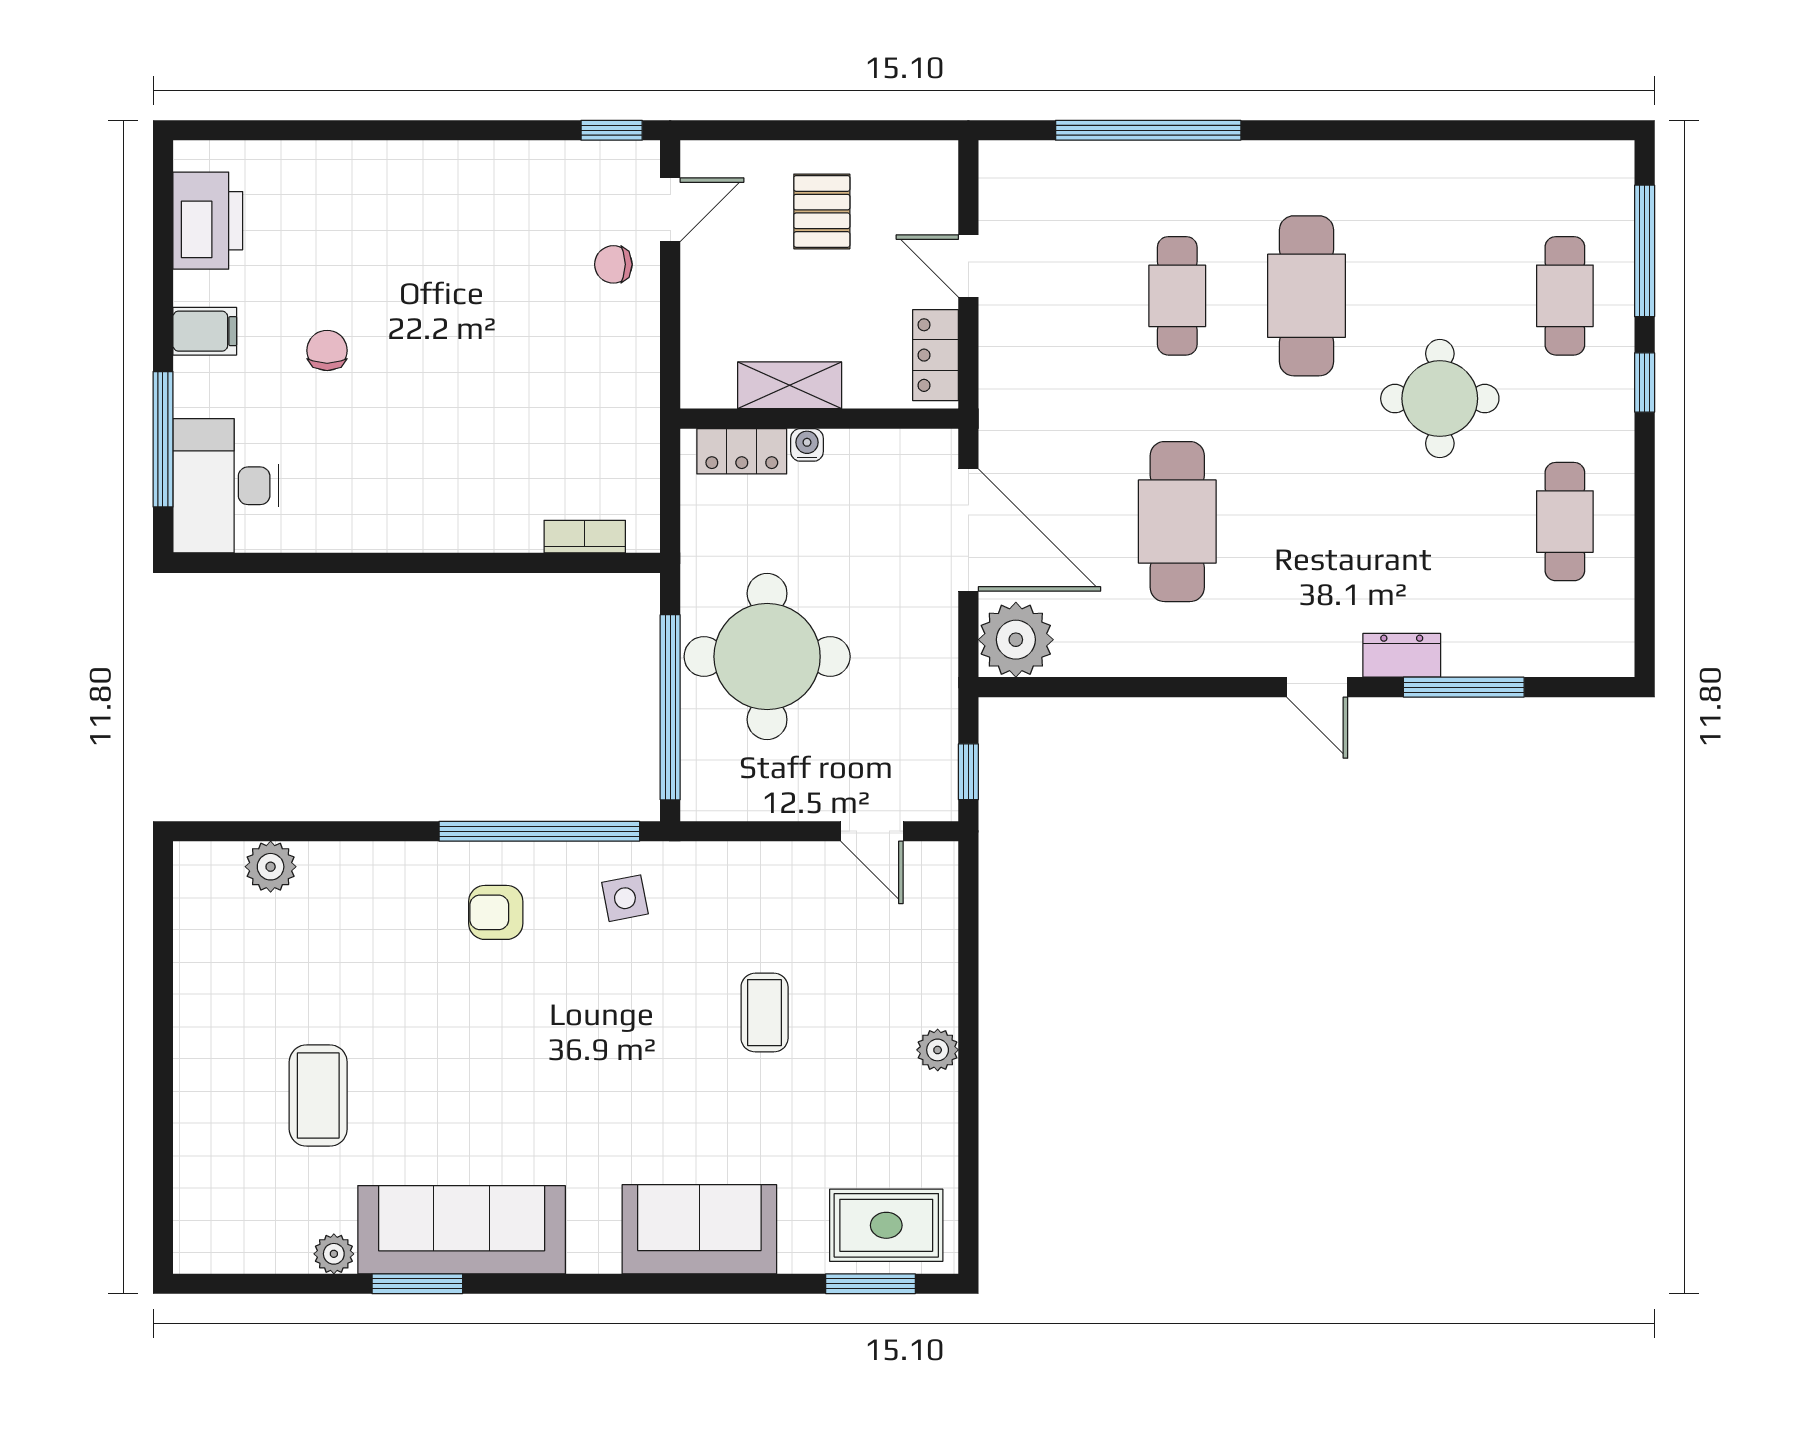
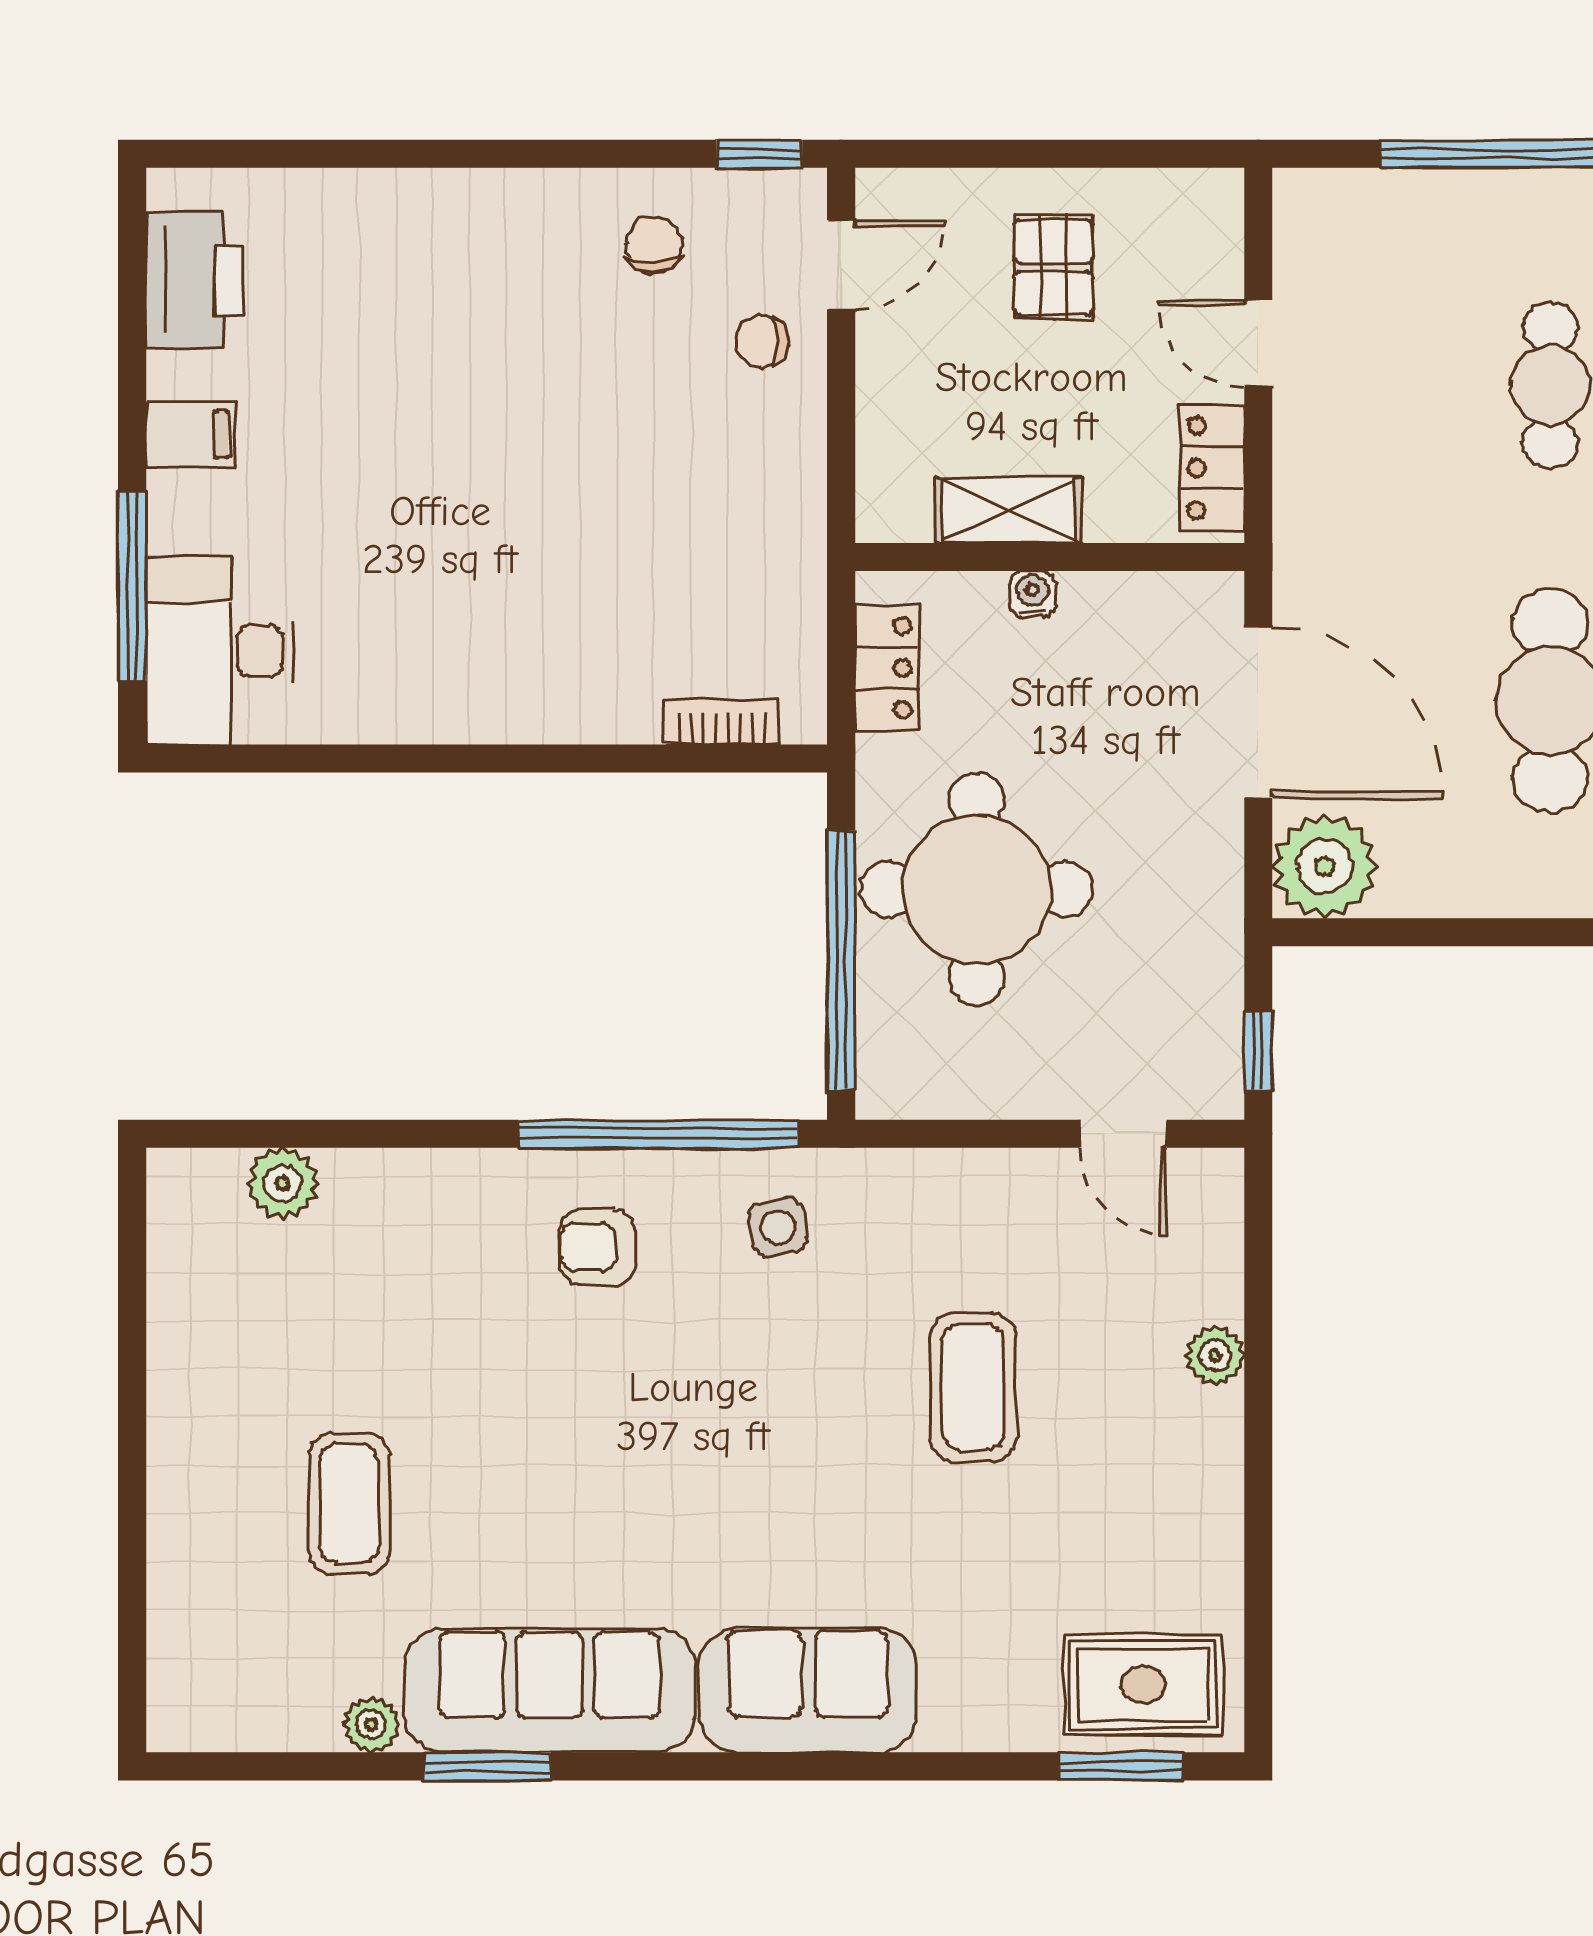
chair: (327, 350) -> (654, 245), moved
locker: (742, 451) -> (887, 668), moved, turned -90
coffee table: (765, 1013) -> (973, 1387), width x1.36, depth x1.30
plant: (938, 1050) -> (1215, 1356), moved
sofa: (699, 1229) -> (808, 1690), moved

